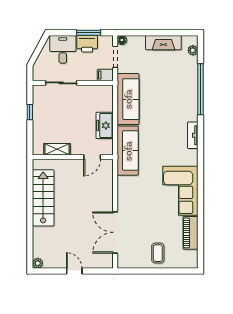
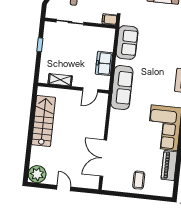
sofa: (128, 99) -> (127, 43), width x0.73
plant: (38, 263) -> (37, 174), width x1.88, depth x1.88

